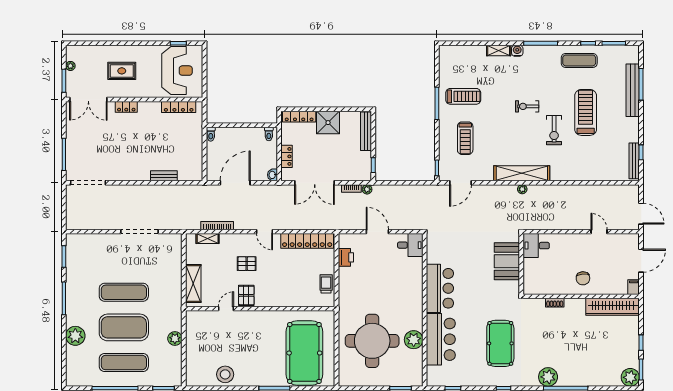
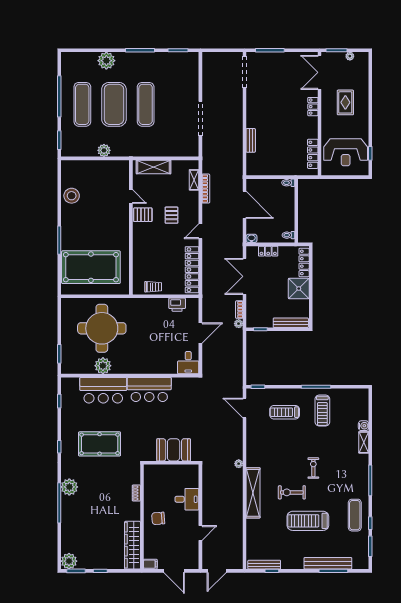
water cooler: (517, 51) -> (364, 426), moved
treadmill: (586, 112) -> (308, 521), turned 180
shelving: (522, 173) -> (253, 493), moved
desk: (536, 246) -> (187, 499), moved, turned 90

